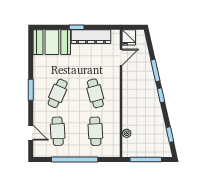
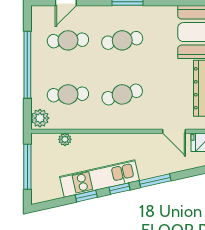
cafe table: (58, 93) -> (122, 40), turned -33
kitchen unit: (154, 109) -> (100, 179), added
window: (170, 135) -> (86, 196), moved
plant: (112, 151) -> (40, 118), added

